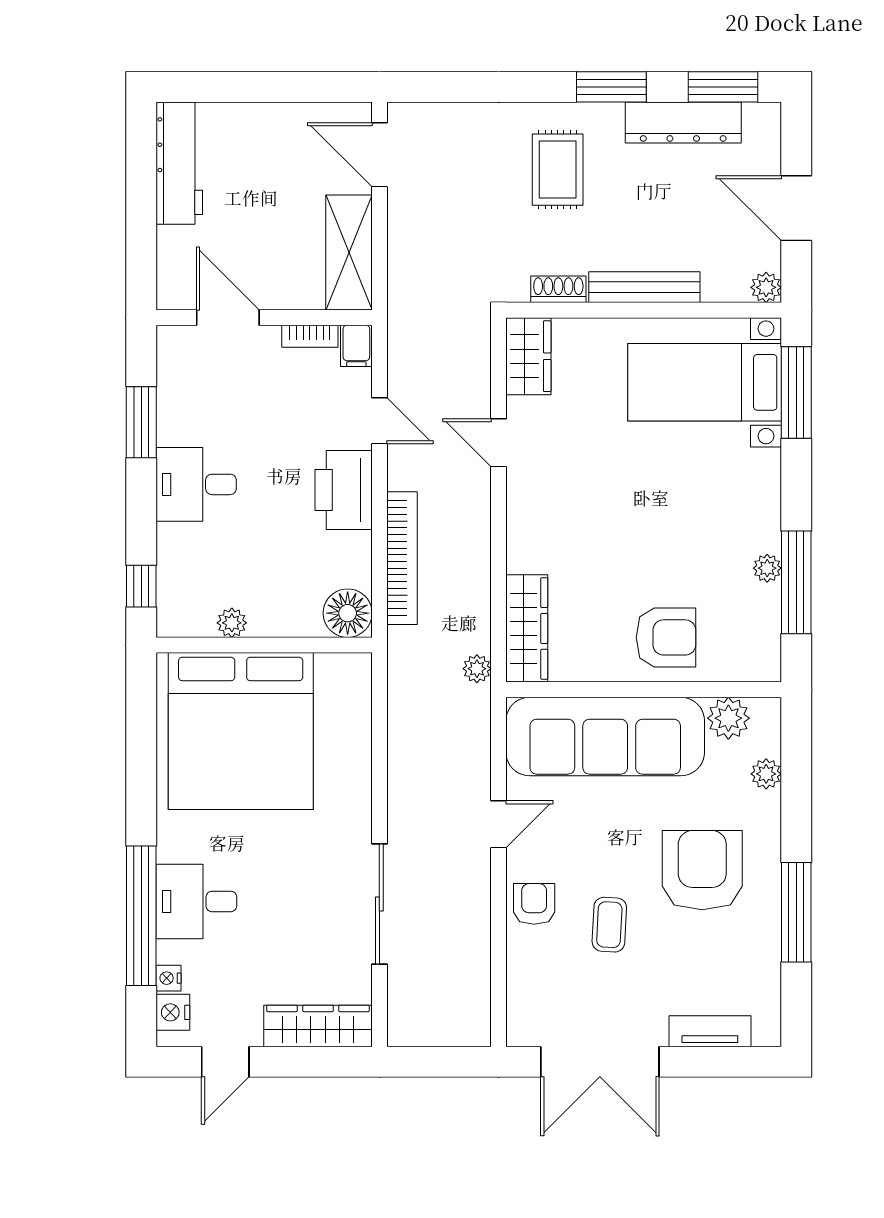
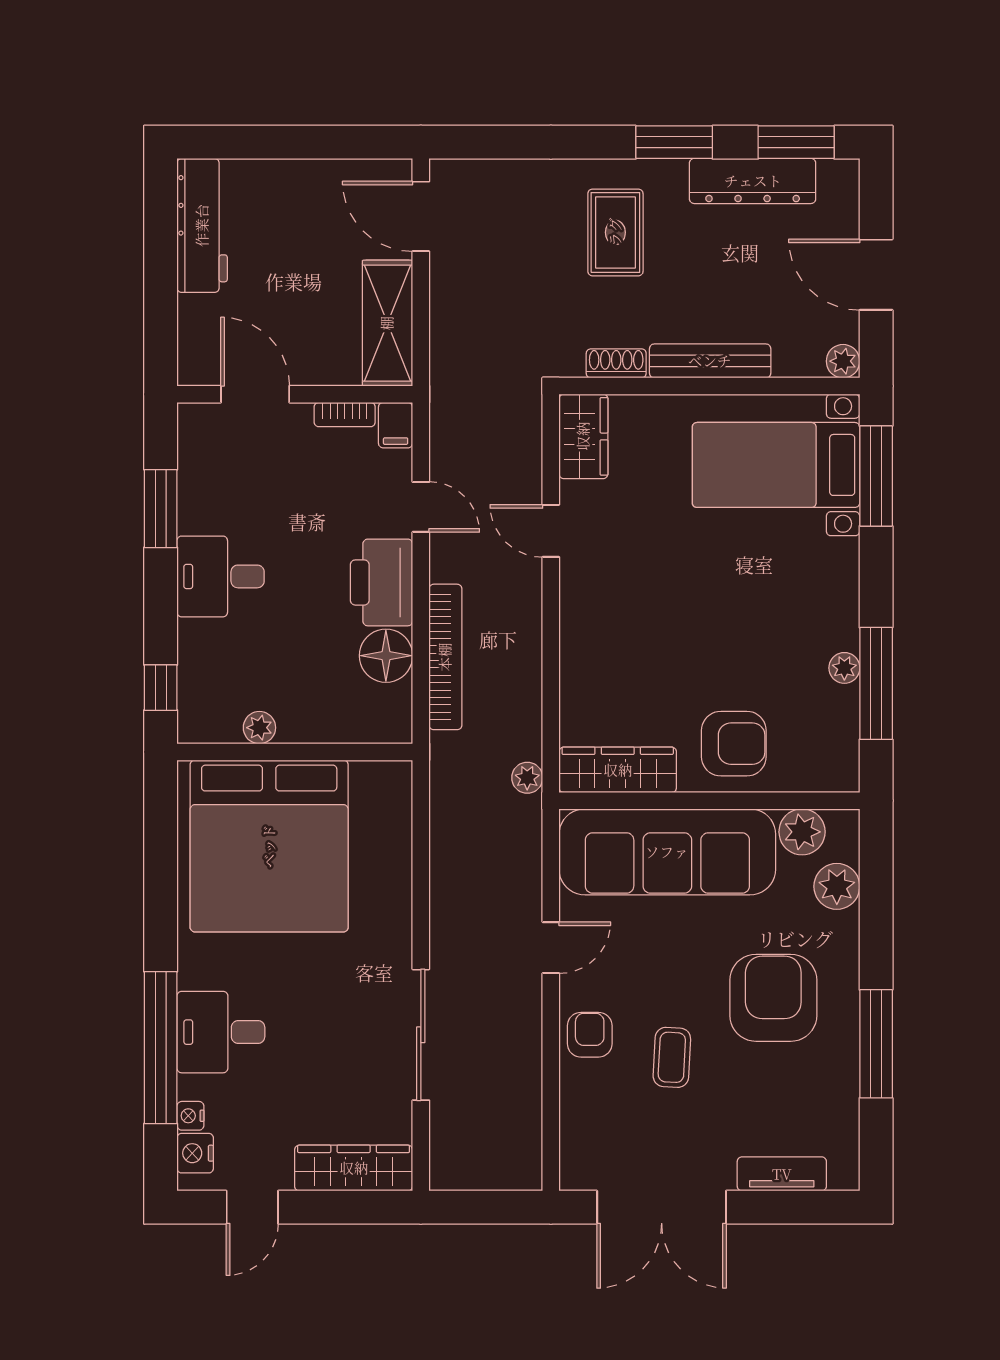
floor lamp: (348, 613) -> (386, 656), moved
wardrobe: (527, 628) -> (618, 770), moved, turned -90
plant: (766, 774) -> (837, 886), width x1.38, depth x1.38

